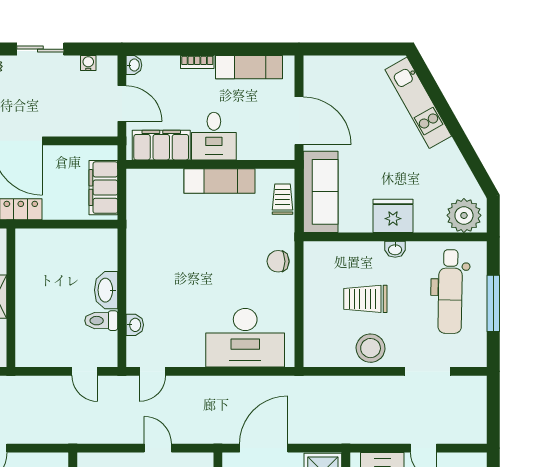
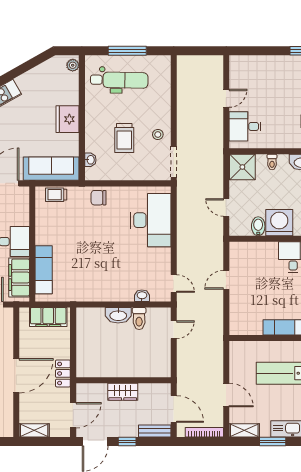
exam couch: (219, 181) -> (44, 270), moved
plant: (464, 215) -> (73, 65), width x0.53, depth x0.53
washbasin: (395, 249) -> (90, 160), moved
chair: (278, 261) -> (99, 198), turned 90
stool: (371, 348) -> (158, 134), width x0.53, depth x0.53
doorway: (428, 371) -> (174, 162), moved
door: (264, 448) -> (226, 207), width x0.53

